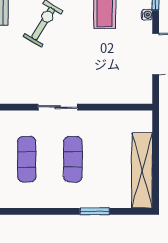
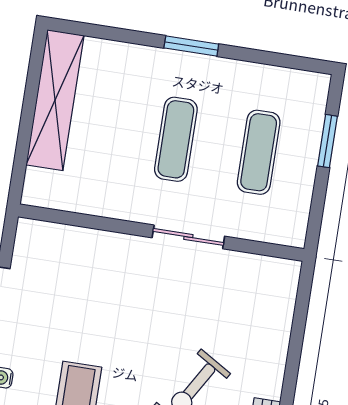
window: (95, 211) -> (191, 46), moved

